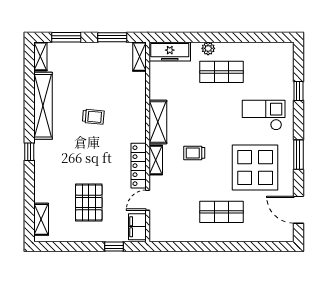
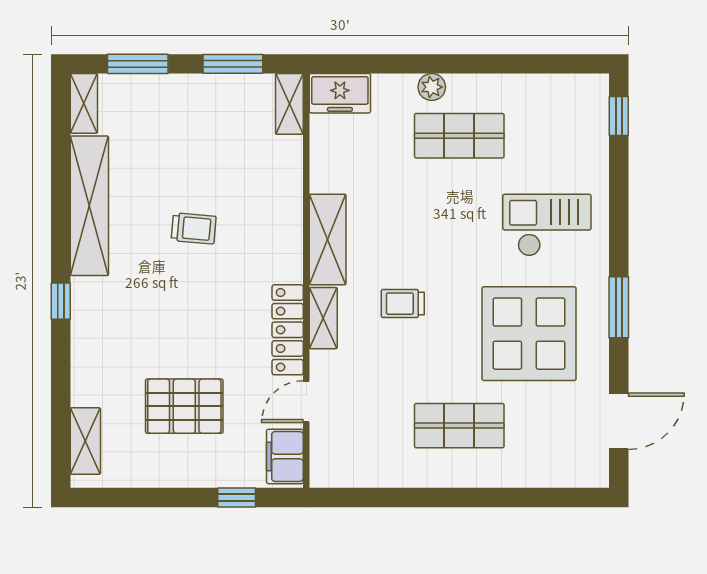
freezer: (170, 51) -> (340, 93), width x0.71
window: (298, 91) -> (619, 116), moved
pallet: (89, 202) -> (184, 406), turned 90
door: (298, 210) -> (619, 421), swing flipped

